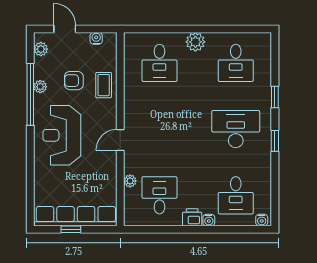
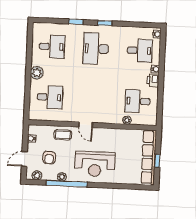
armchair: (74, 81) -> (49, 158), moved
door: (120, 140) -> (86, 125), moved

